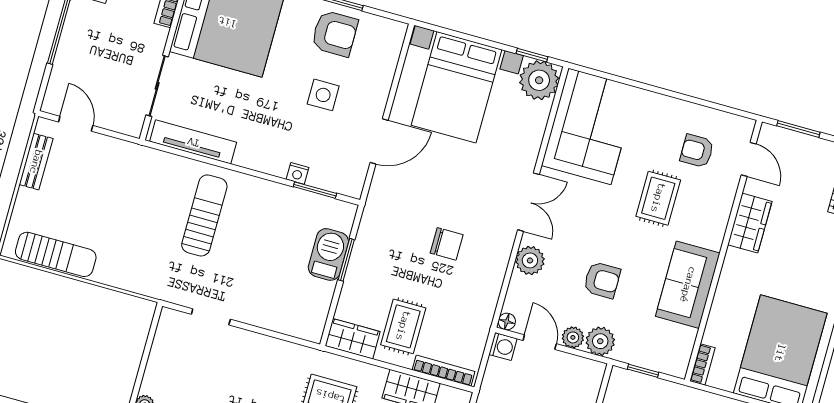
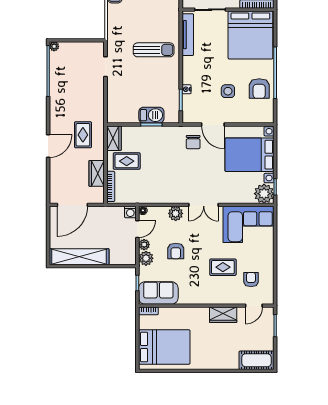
chair: (447, 244) -> (193, 142), moved
sofa: (688, 285) -> (158, 293), moved

